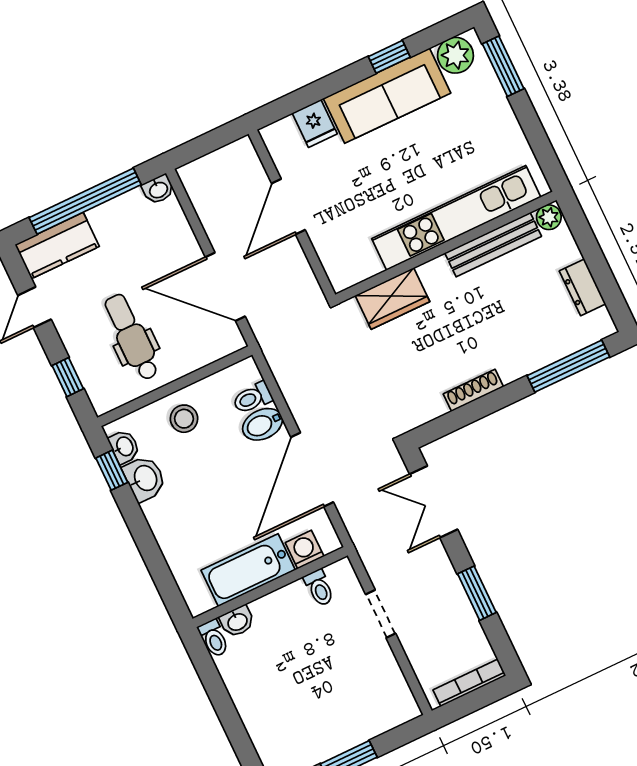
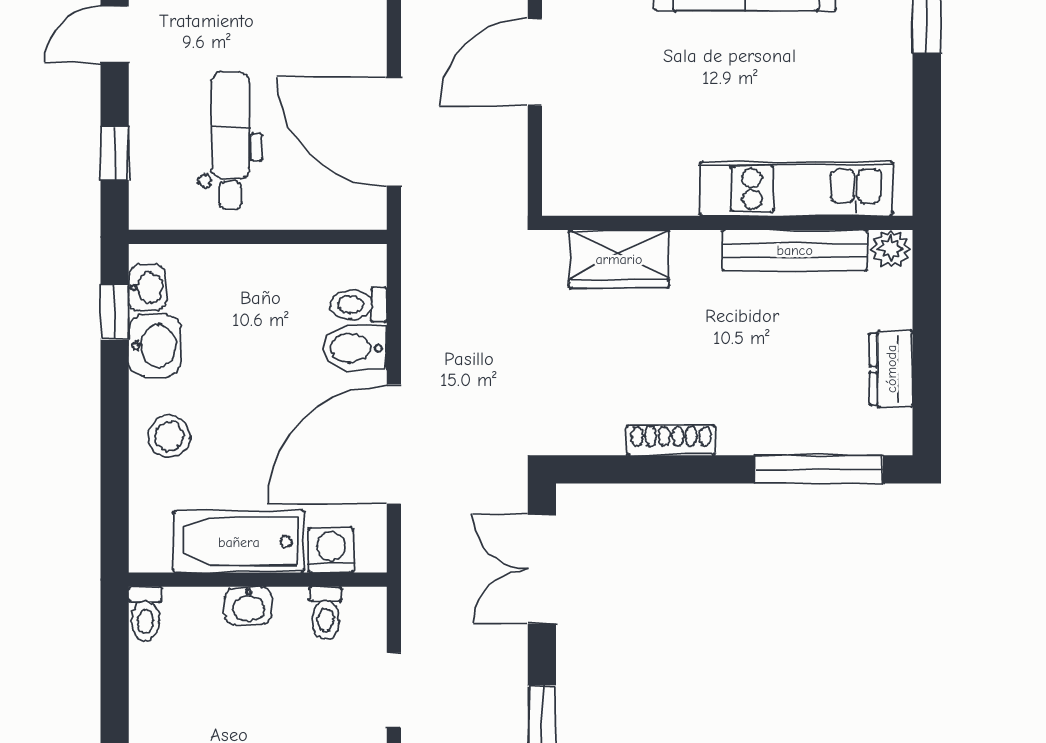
kitchen unit: (456, 218) -> (796, 189), width x0.73
stool: (184, 419) -> (169, 436), moved
washbasin: (237, 621) -> (248, 606), moved

